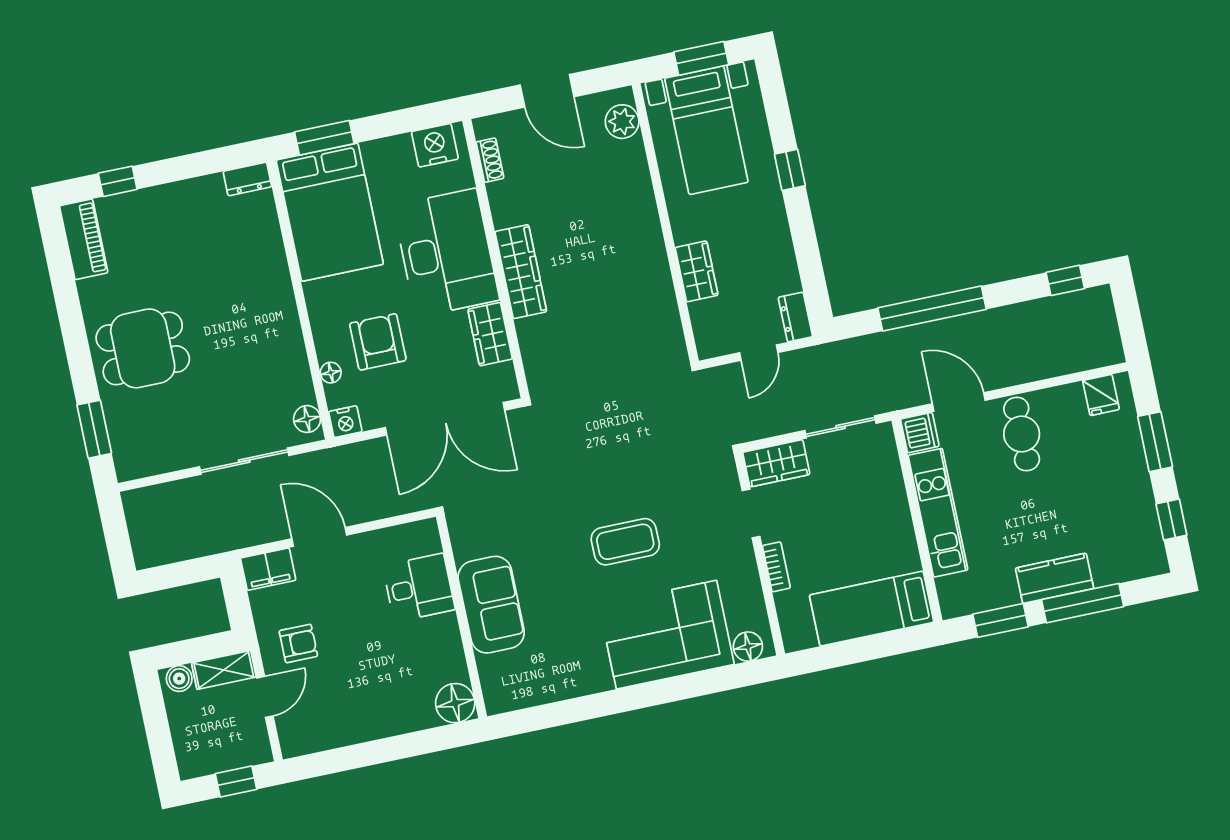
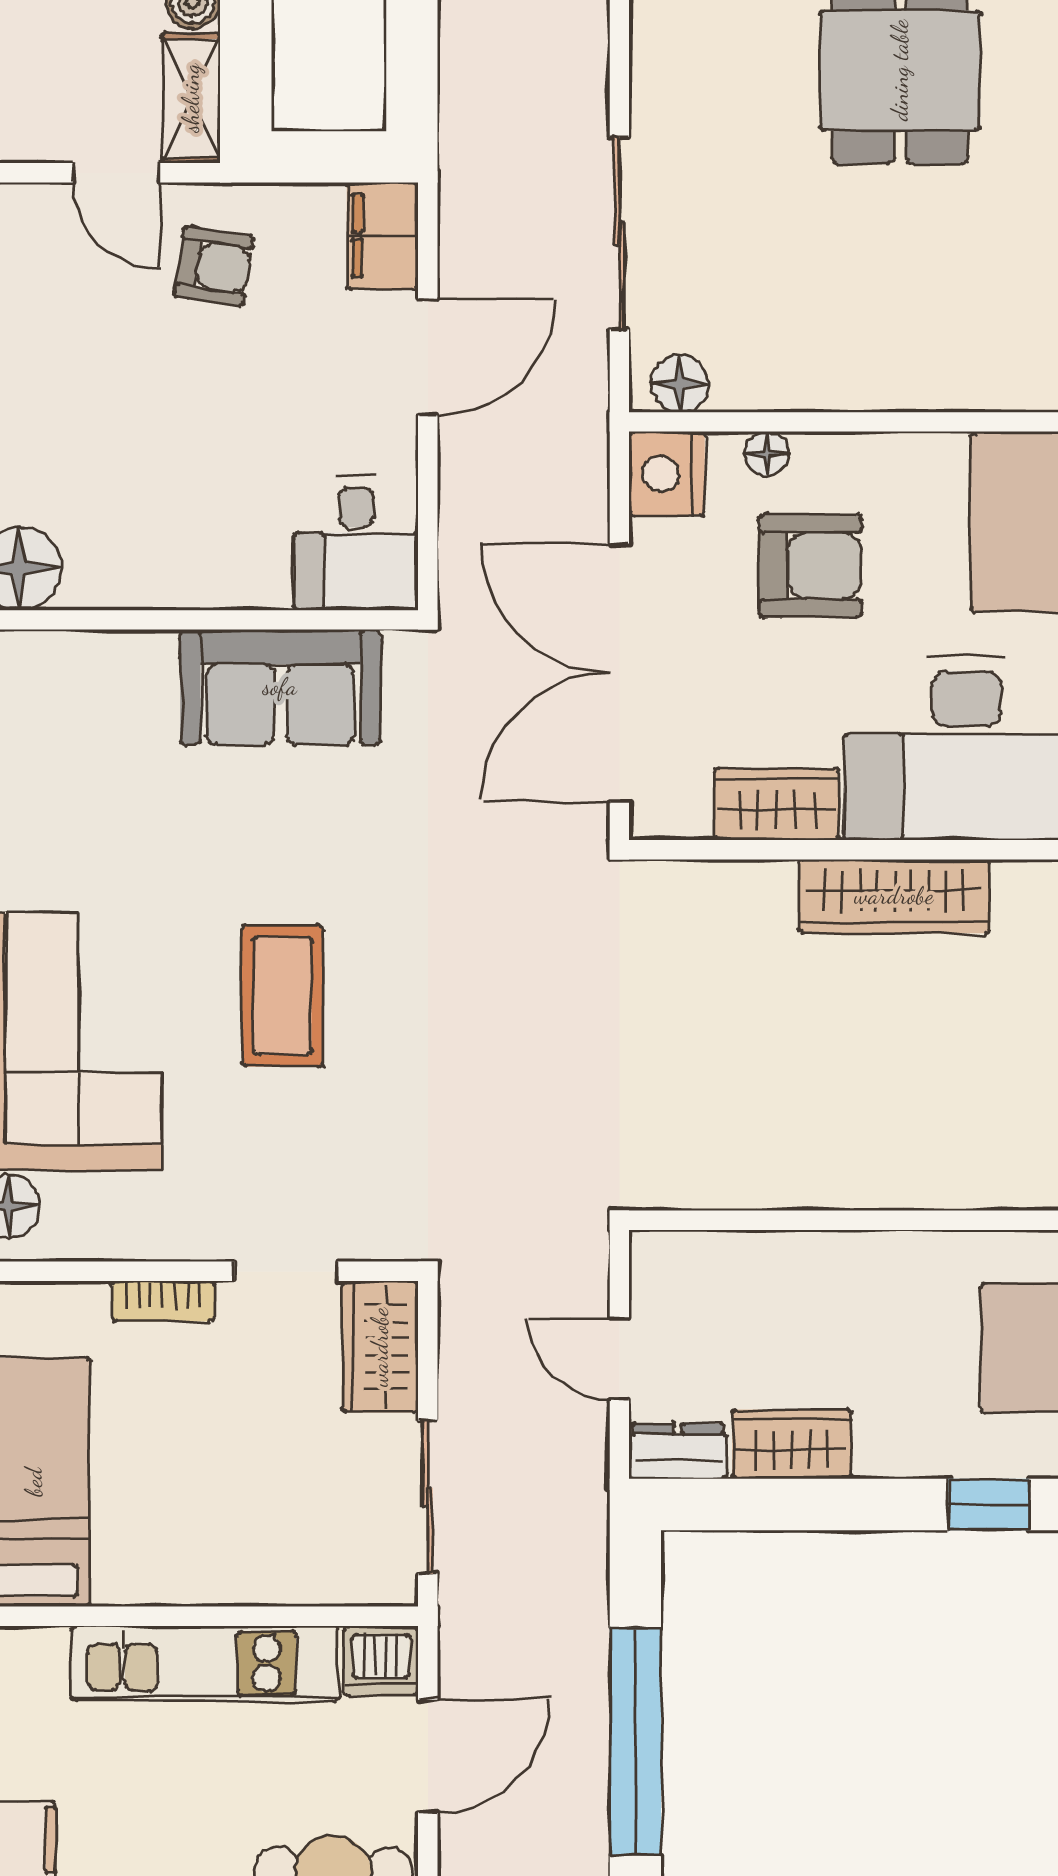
wardrobe: (697, 271) -> (792, 1444), moved, turned 180
nightstand: (345, 422) -> (667, 474), width x1.36, depth x1.33
desk: (419, 588) -> (356, 543), moved
sofa: (491, 605) -> (280, 687), moved
armchair: (298, 643) -> (214, 266), turned -81

